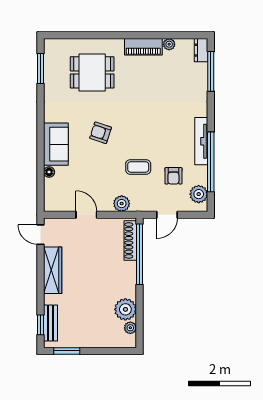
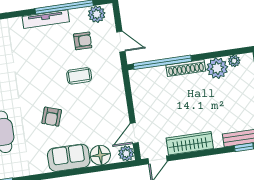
coffee table: (138, 167) -> (79, 76), turned 90
floor lamp: (49, 172) -> (100, 155), width x1.89, depth x1.89
plant: (122, 204) -> (126, 153), moved
door: (86, 215) -> (134, 133), moved
shoe rack: (130, 240) -> (186, 68), moved

